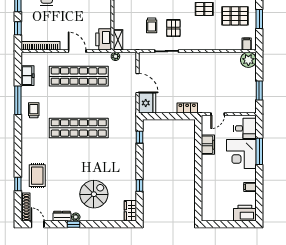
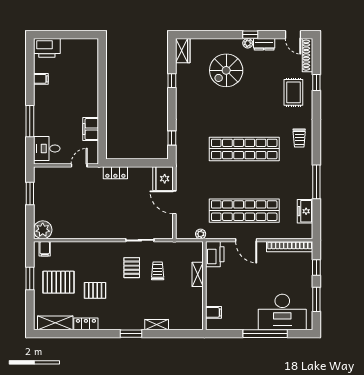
shelving: (118, 40) -> (198, 274), moved
trolley: (34, 110) -> (299, 138), moved
corner desk: (241, 154) -> (51, 118), removed

